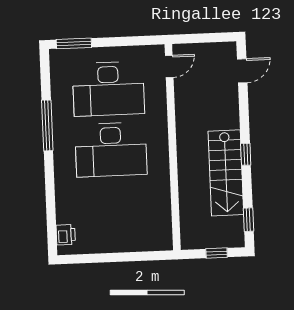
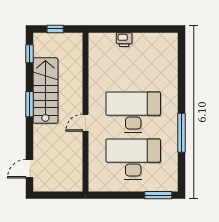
door: (169, 67) -> (86, 123), moved
window: (246, 154) -> (29, 104), width x1.50
printer: (66, 235) -> (124, 40), moved, turned -90

